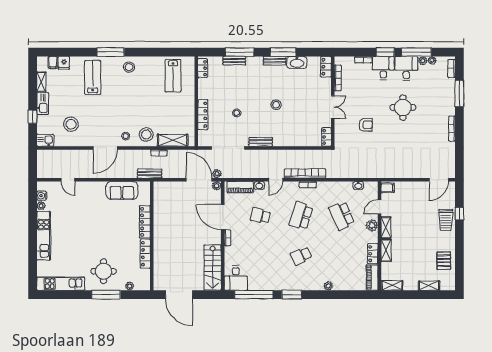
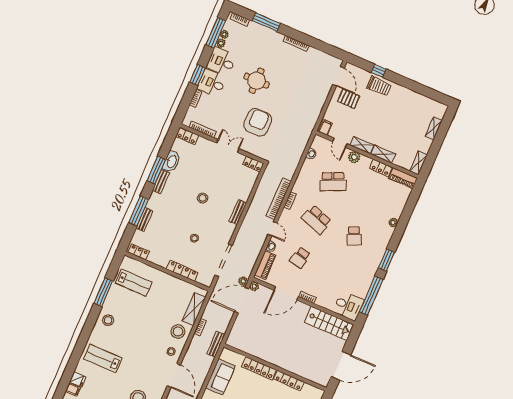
window: (111, 52) -> (103, 292), moved
window: (416, 52) -> (216, 33), moved
armchair: (366, 125) -> (258, 122), width x1.88, depth x1.88
bench: (261, 142) -> (238, 212), moved
pallet: (444, 261) -> (349, 99), moved

